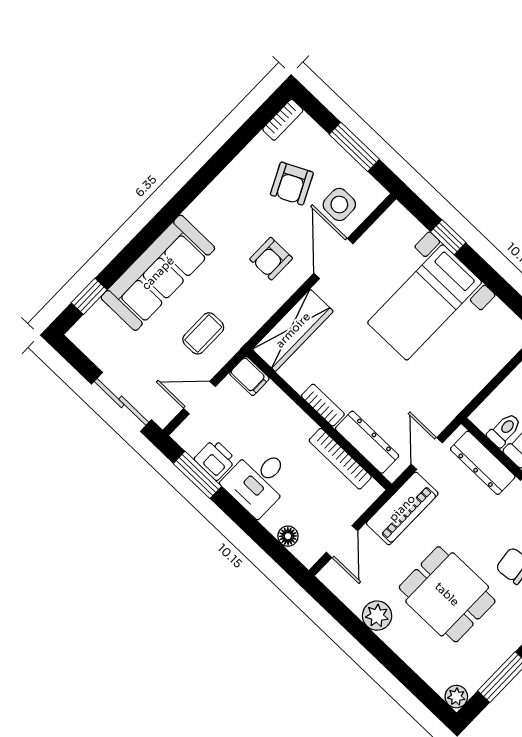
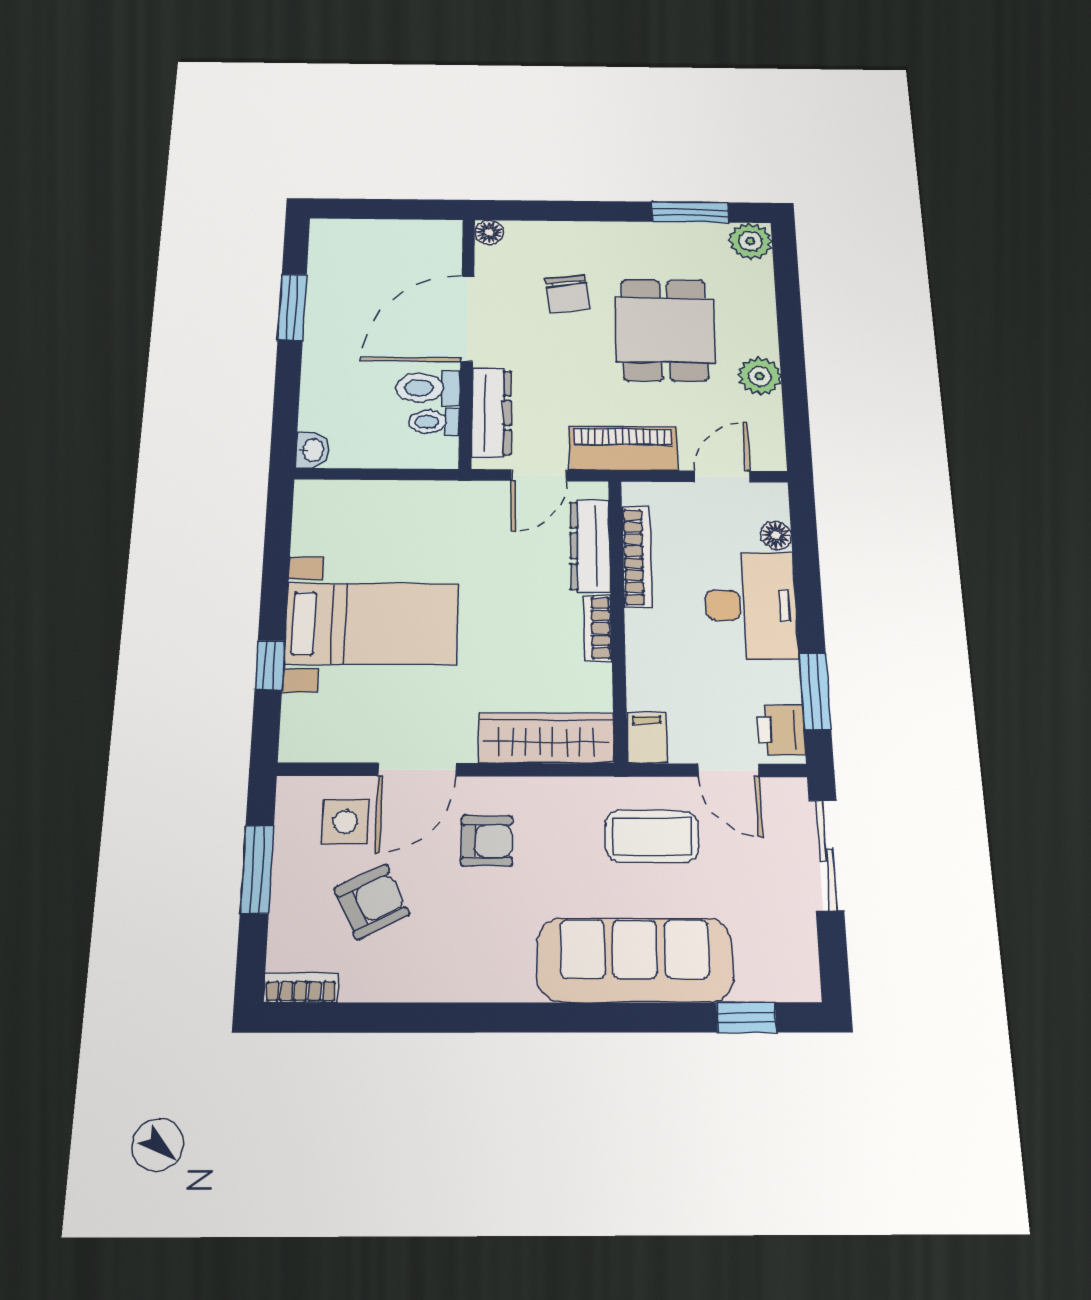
coffee table: (203, 333) -> (652, 836), width x1.36, depth x1.30
printer: (215, 460) -> (780, 730), moved
desk: (258, 481) -> (751, 605), width x1.37
plant: (456, 697) -> (750, 241), width x1.38, depth x1.38

